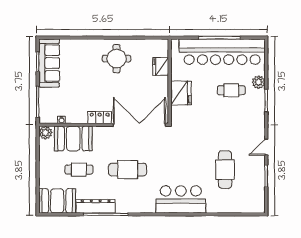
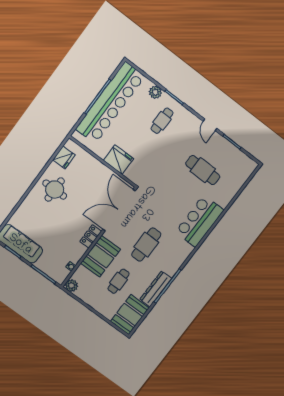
fridge: (161, 67) -> (64, 157), moved, turned -90
cafe table: (231, 90) -> (162, 121), moved
booth: (73, 138) -> (101, 256), moved

